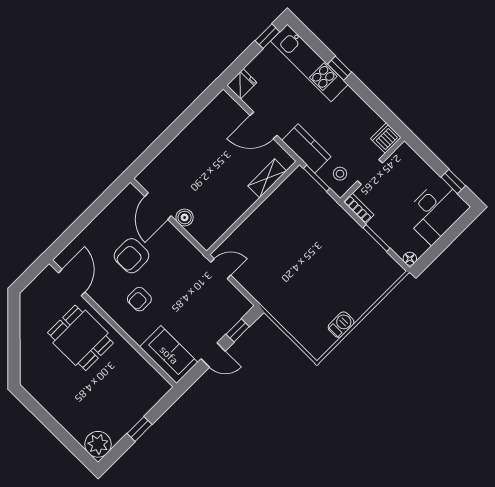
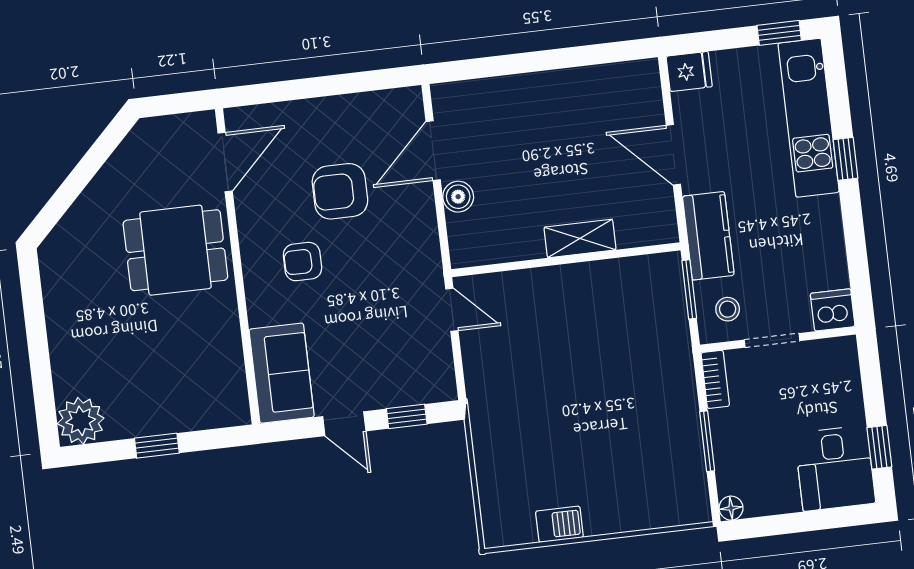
shelving: (267, 178) -> (580, 238), moved
desk: (436, 211) -> (835, 468), width x0.73
dining table: (80, 338) -> (175, 250), turned 90

